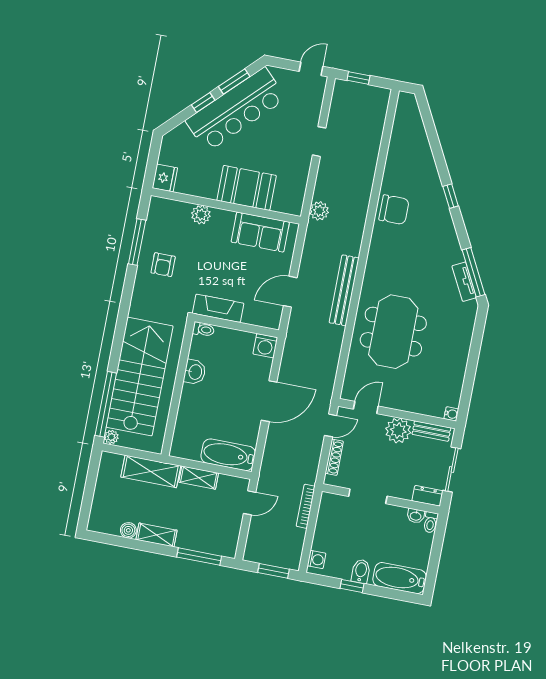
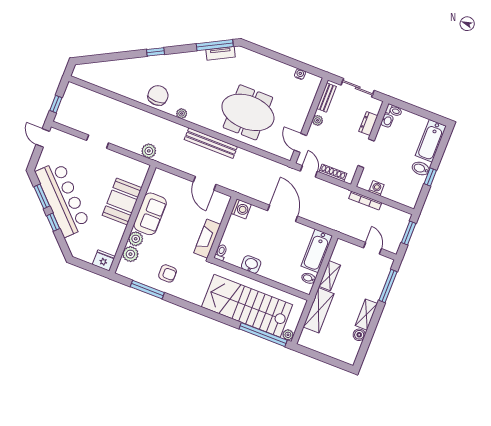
plant: (180, 211) -> (130, 254), added
sofa: (260, 232) -> (150, 214), moved
plant: (376, 245) -> (182, 114), added
water cooler: (451, 414) -> (300, 74), moved
plant: (398, 431) -> (317, 120), width x0.53, depth x0.53
bidet: (190, 451) -> (309, 278), added
dresser: (427, 496) -> (368, 124), moved
door: (250, 503) -> (372, 248), moved
washing machine: (317, 560) -> (376, 188), moved

